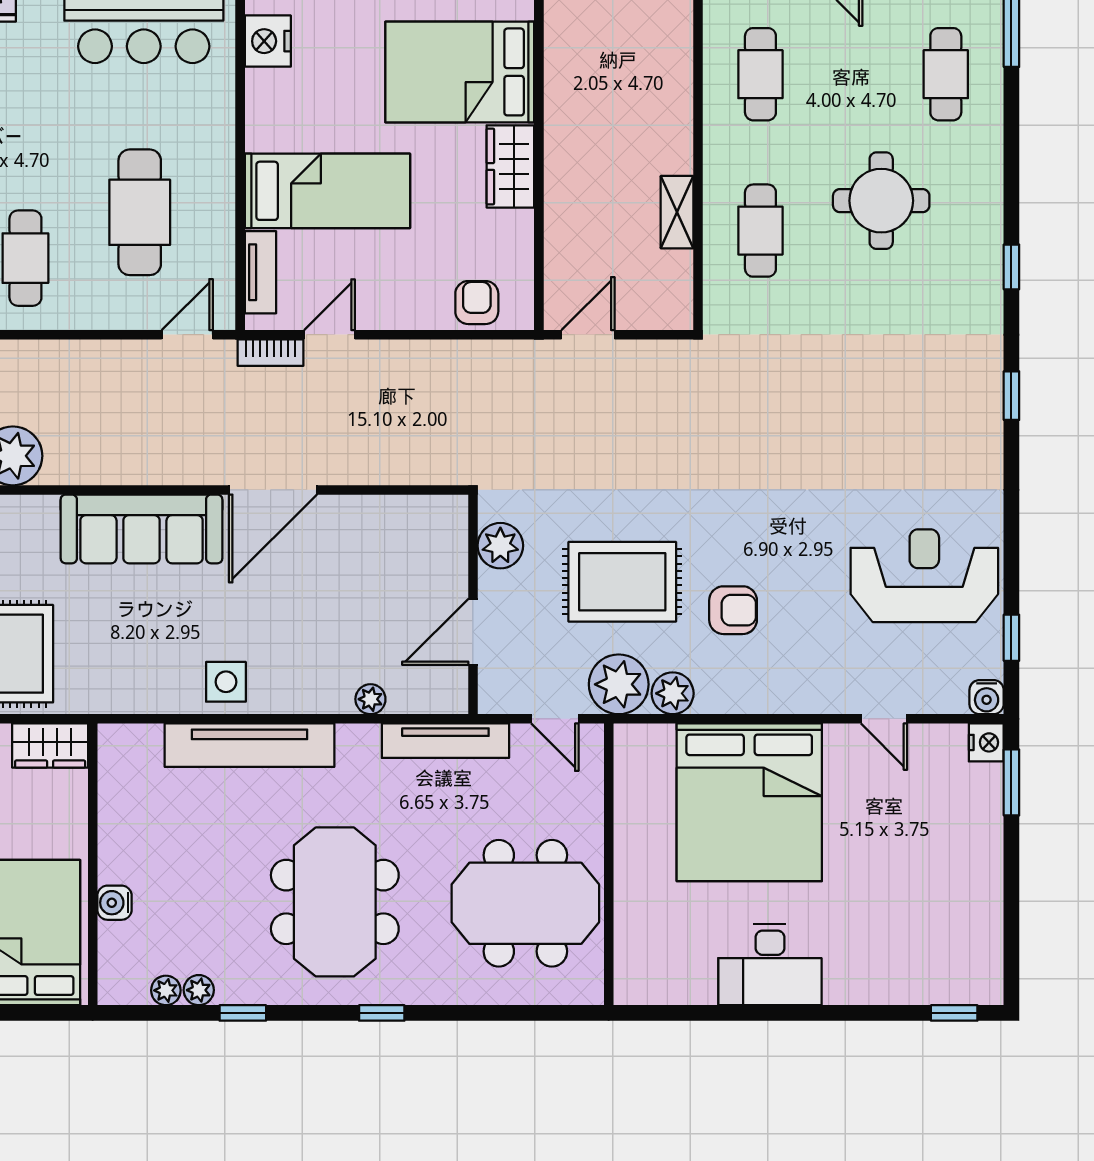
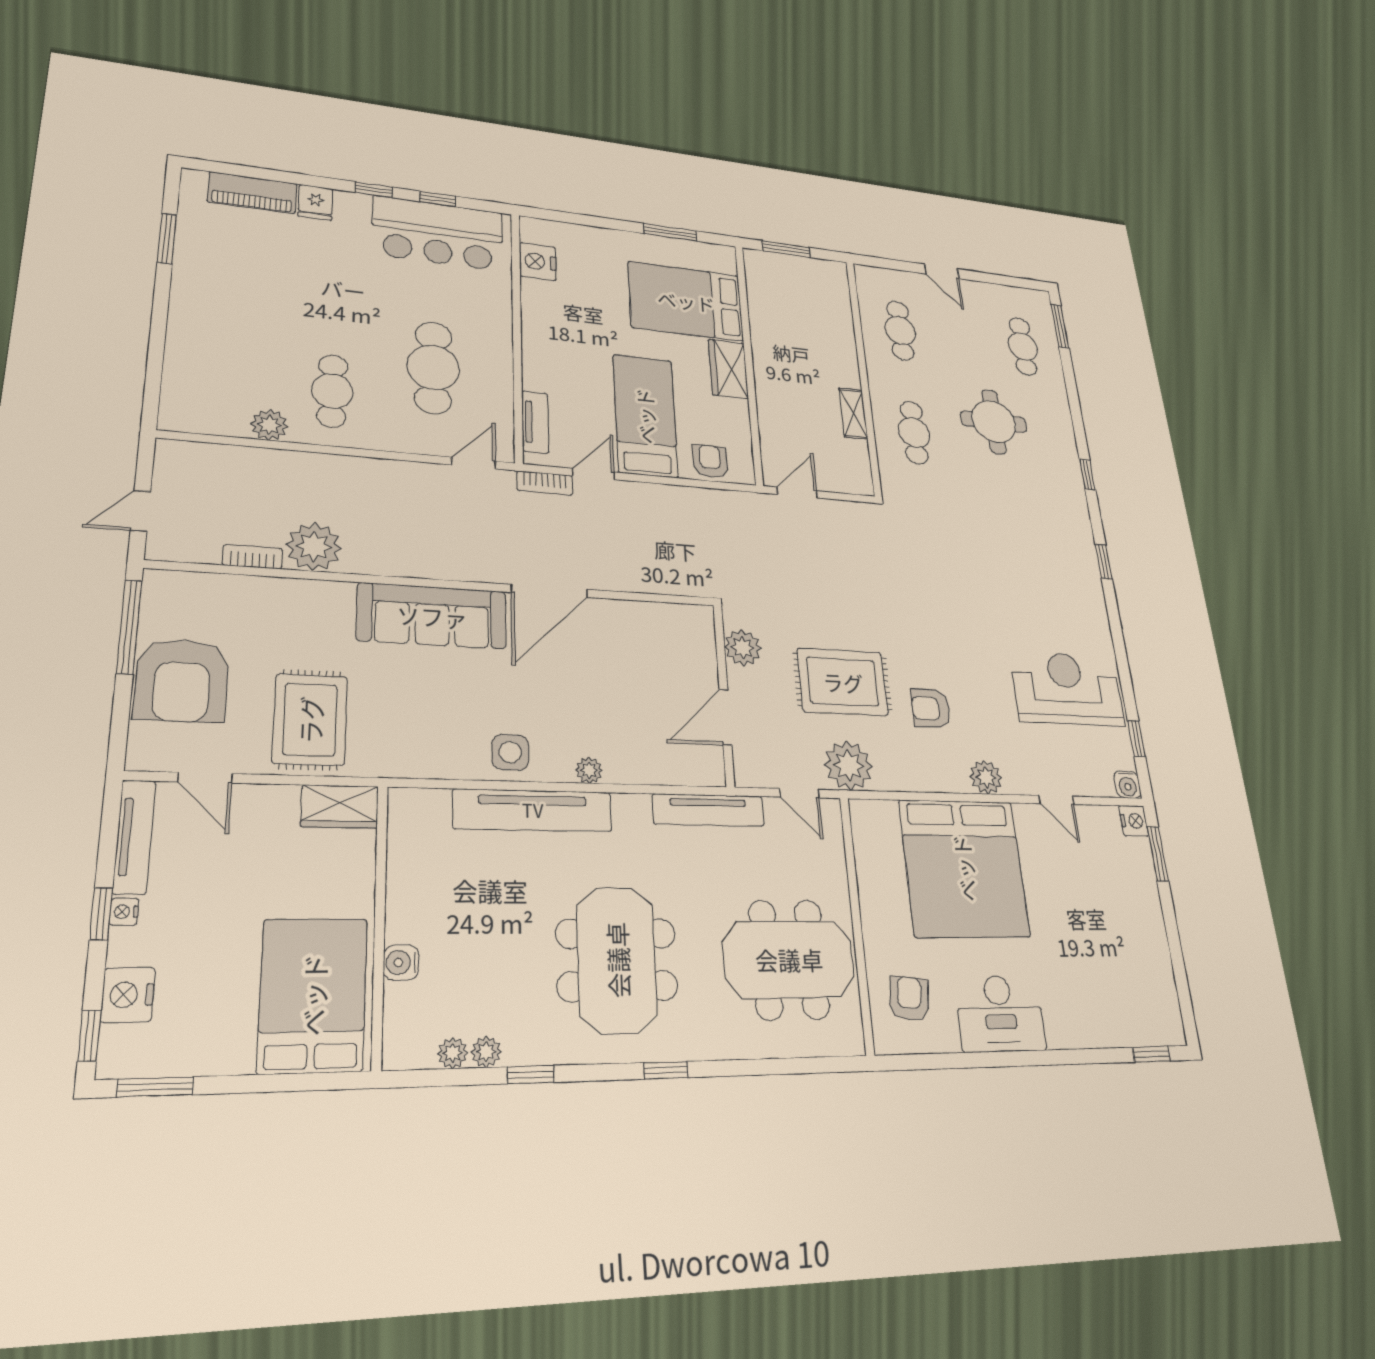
bed: (327, 191) -> (645, 416), moved, turned -90
armchair: (733, 610) -> (931, 708), turned 180
plant: (673, 693) -> (986, 777), moved
plant: (370, 699) -> (589, 770), moved
armchair: (662, 947) -> (909, 999), added

